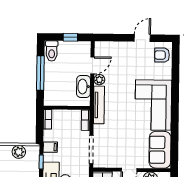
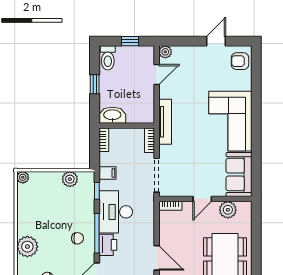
window: (40, 73) -> (95, 84), width x0.46
plant: (99, 80) -> (165, 52), moved
washbasin: (83, 87) -> (112, 115), moved, turned 90

